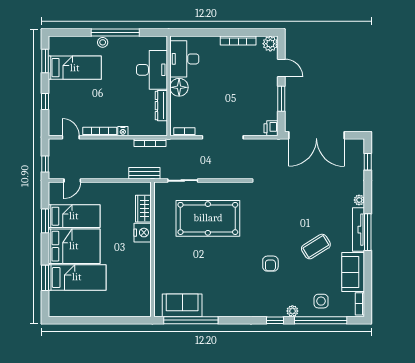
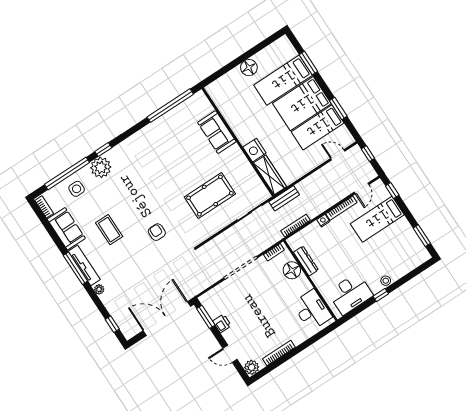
window: (115, 33) -> (381, 295), width x0.32
bed: (75, 68) -> (377, 219), moved
desk: (152, 70) -> (350, 294), moved, turned -90
floor lamp: (179, 87) -> (292, 270), moved
window: (281, 99) -> (206, 317), moved
window: (45, 102) -> (392, 191), moved
printer: (271, 128) -> (222, 323), moved
door: (71, 137) -> (362, 188), hinge flipped
door: (72, 180) -> (338, 155), hinge flipped
wardrobe: (143, 209) -> (270, 175), width x1.50
pool table: (208, 218) -> (210, 196), width x0.73, depth x0.76
coffee table: (316, 247) -> (109, 230), turned -58
armchair: (270, 264) -> (157, 232), moved
sofa: (182, 305) -> (217, 132), moved, turned 90
floor lamp: (100, 308) -> (249, 68), added
plant: (292, 311) -> (101, 167), width x1.87, depth x1.87

